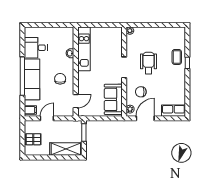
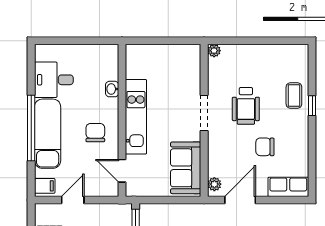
kitchen unit: (84, 49) -> (136, 117), moved
wheelchair: (149, 63) -> (246, 106), turned 180
chair: (141, 92) -> (265, 147), moved
door: (76, 101) -> (122, 171), swing flipped

